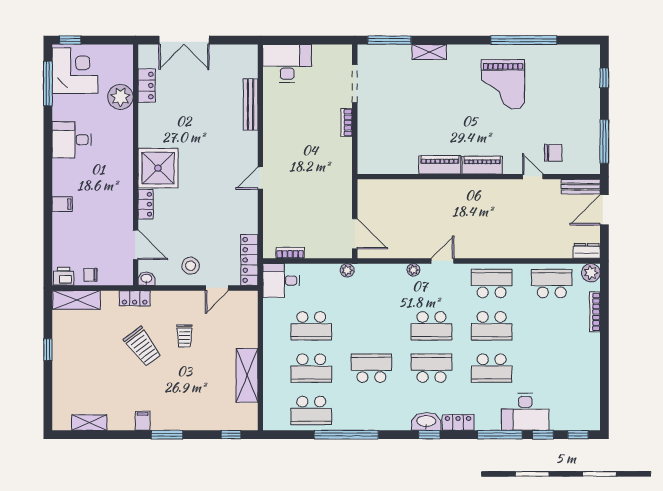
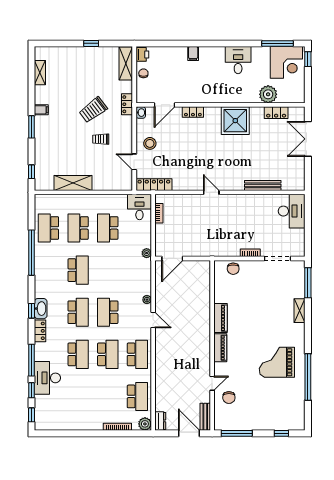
chair: (369, 147) -> (233, 269), added
shower: (158, 168) -> (235, 121), moved
school desk: (492, 326) -> (108, 354), turned 180
school desk: (492, 368) -> (78, 354), turned 180

